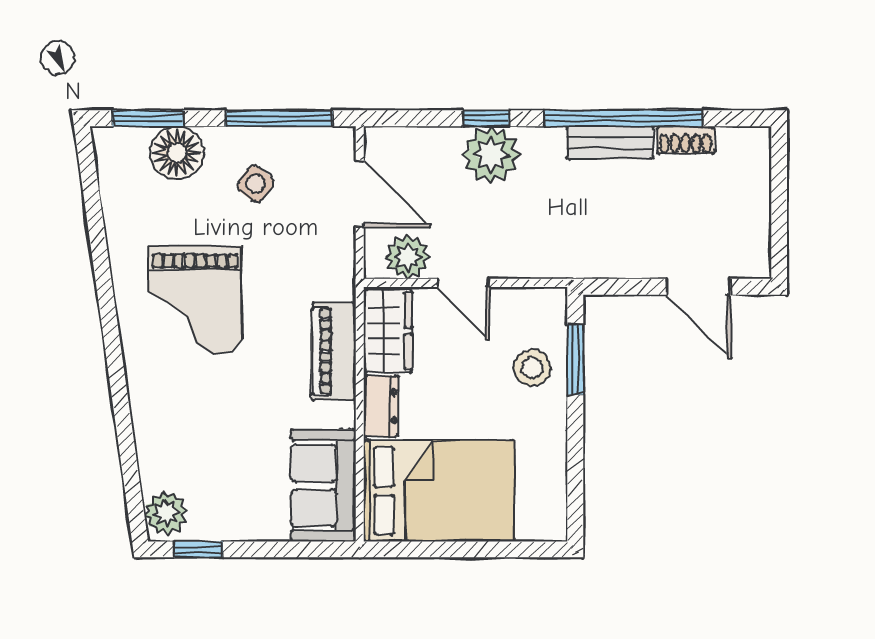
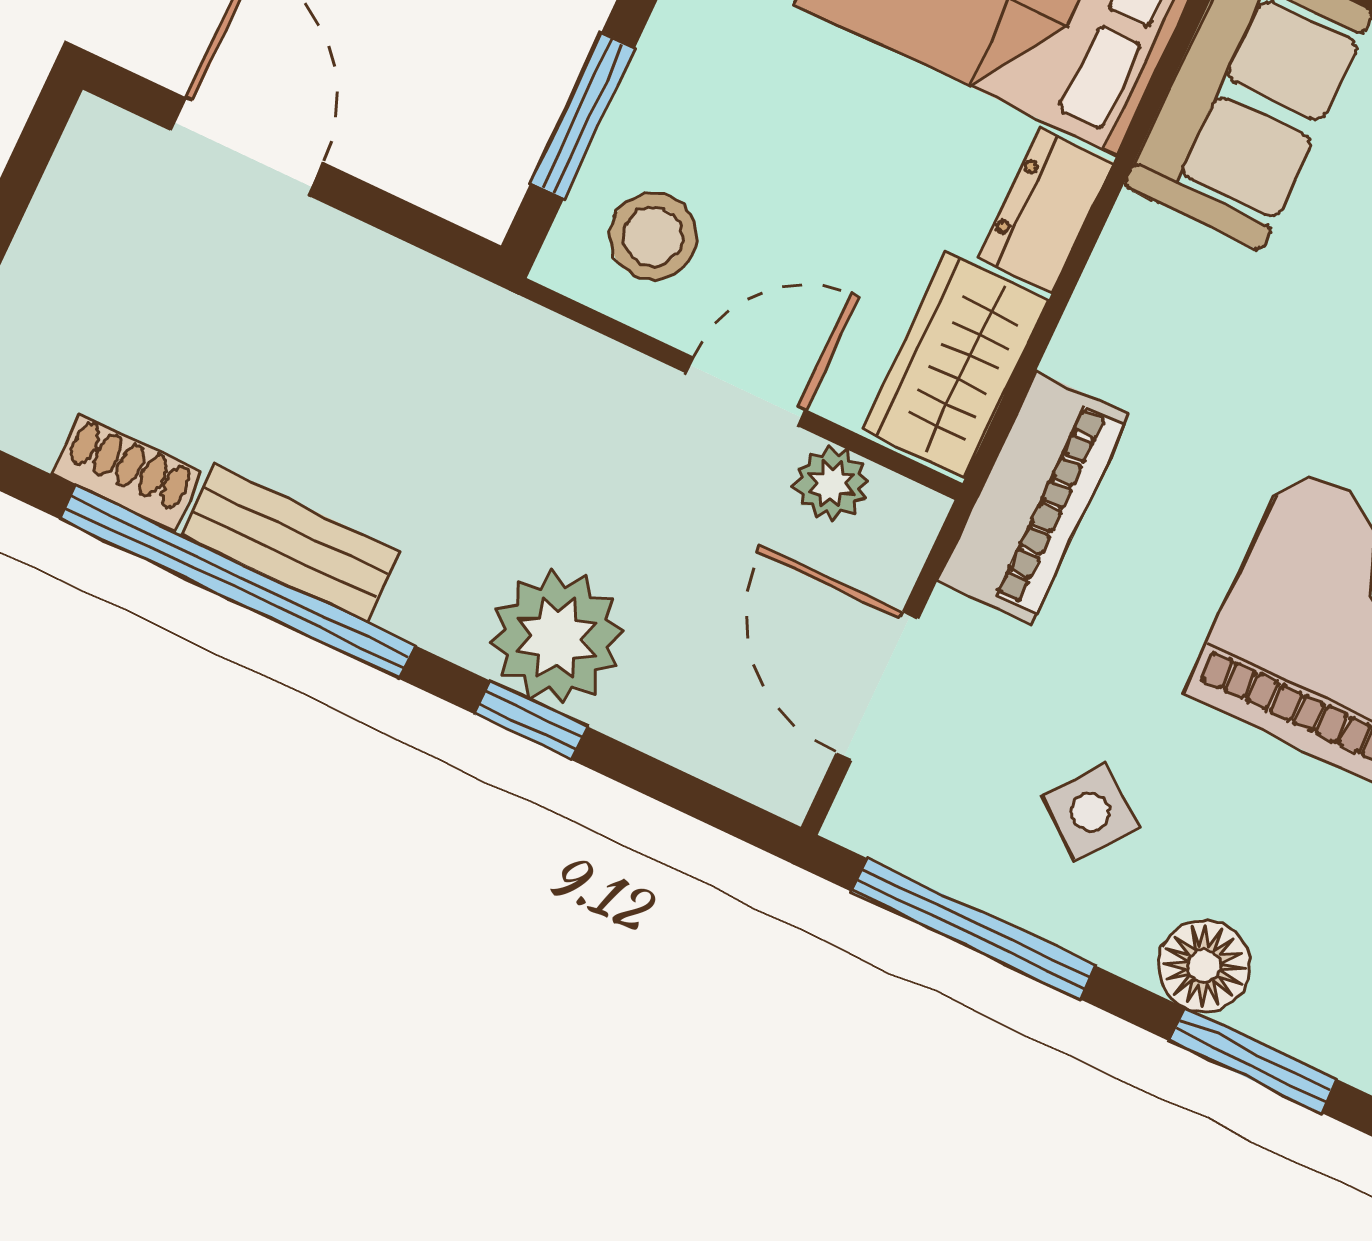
floor lamp: (177, 153) -> (1204, 966), width x0.73, depth x0.73
plant: (408, 257) -> (832, 484), width x0.73, depth x0.73
door: (463, 283) -> (746, 391), hinge flipped
piano: (334, 351) -> (1033, 497), moved
stool: (532, 368) -> (653, 236), moved

